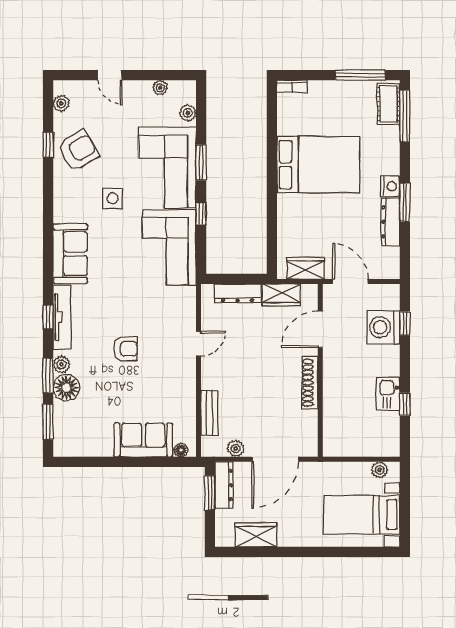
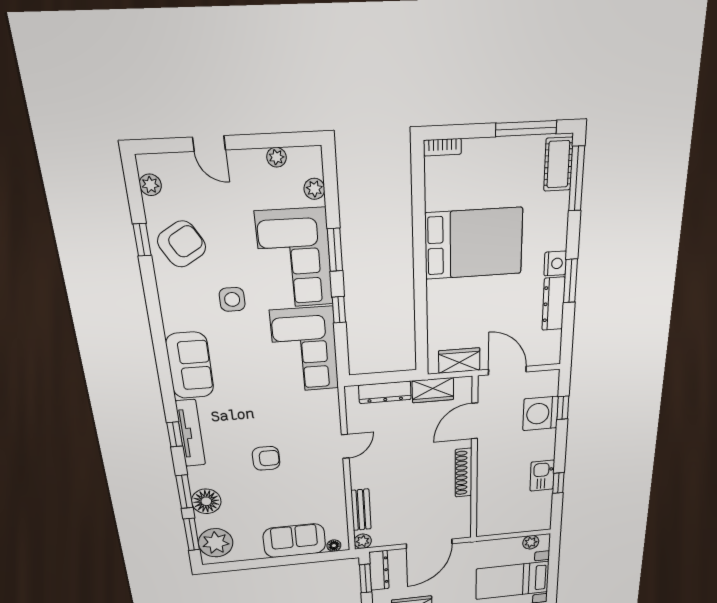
plant: (62, 364) -> (216, 543), moved, width x1.88, depth x1.88
plant: (236, 449) -> (363, 541), moved

